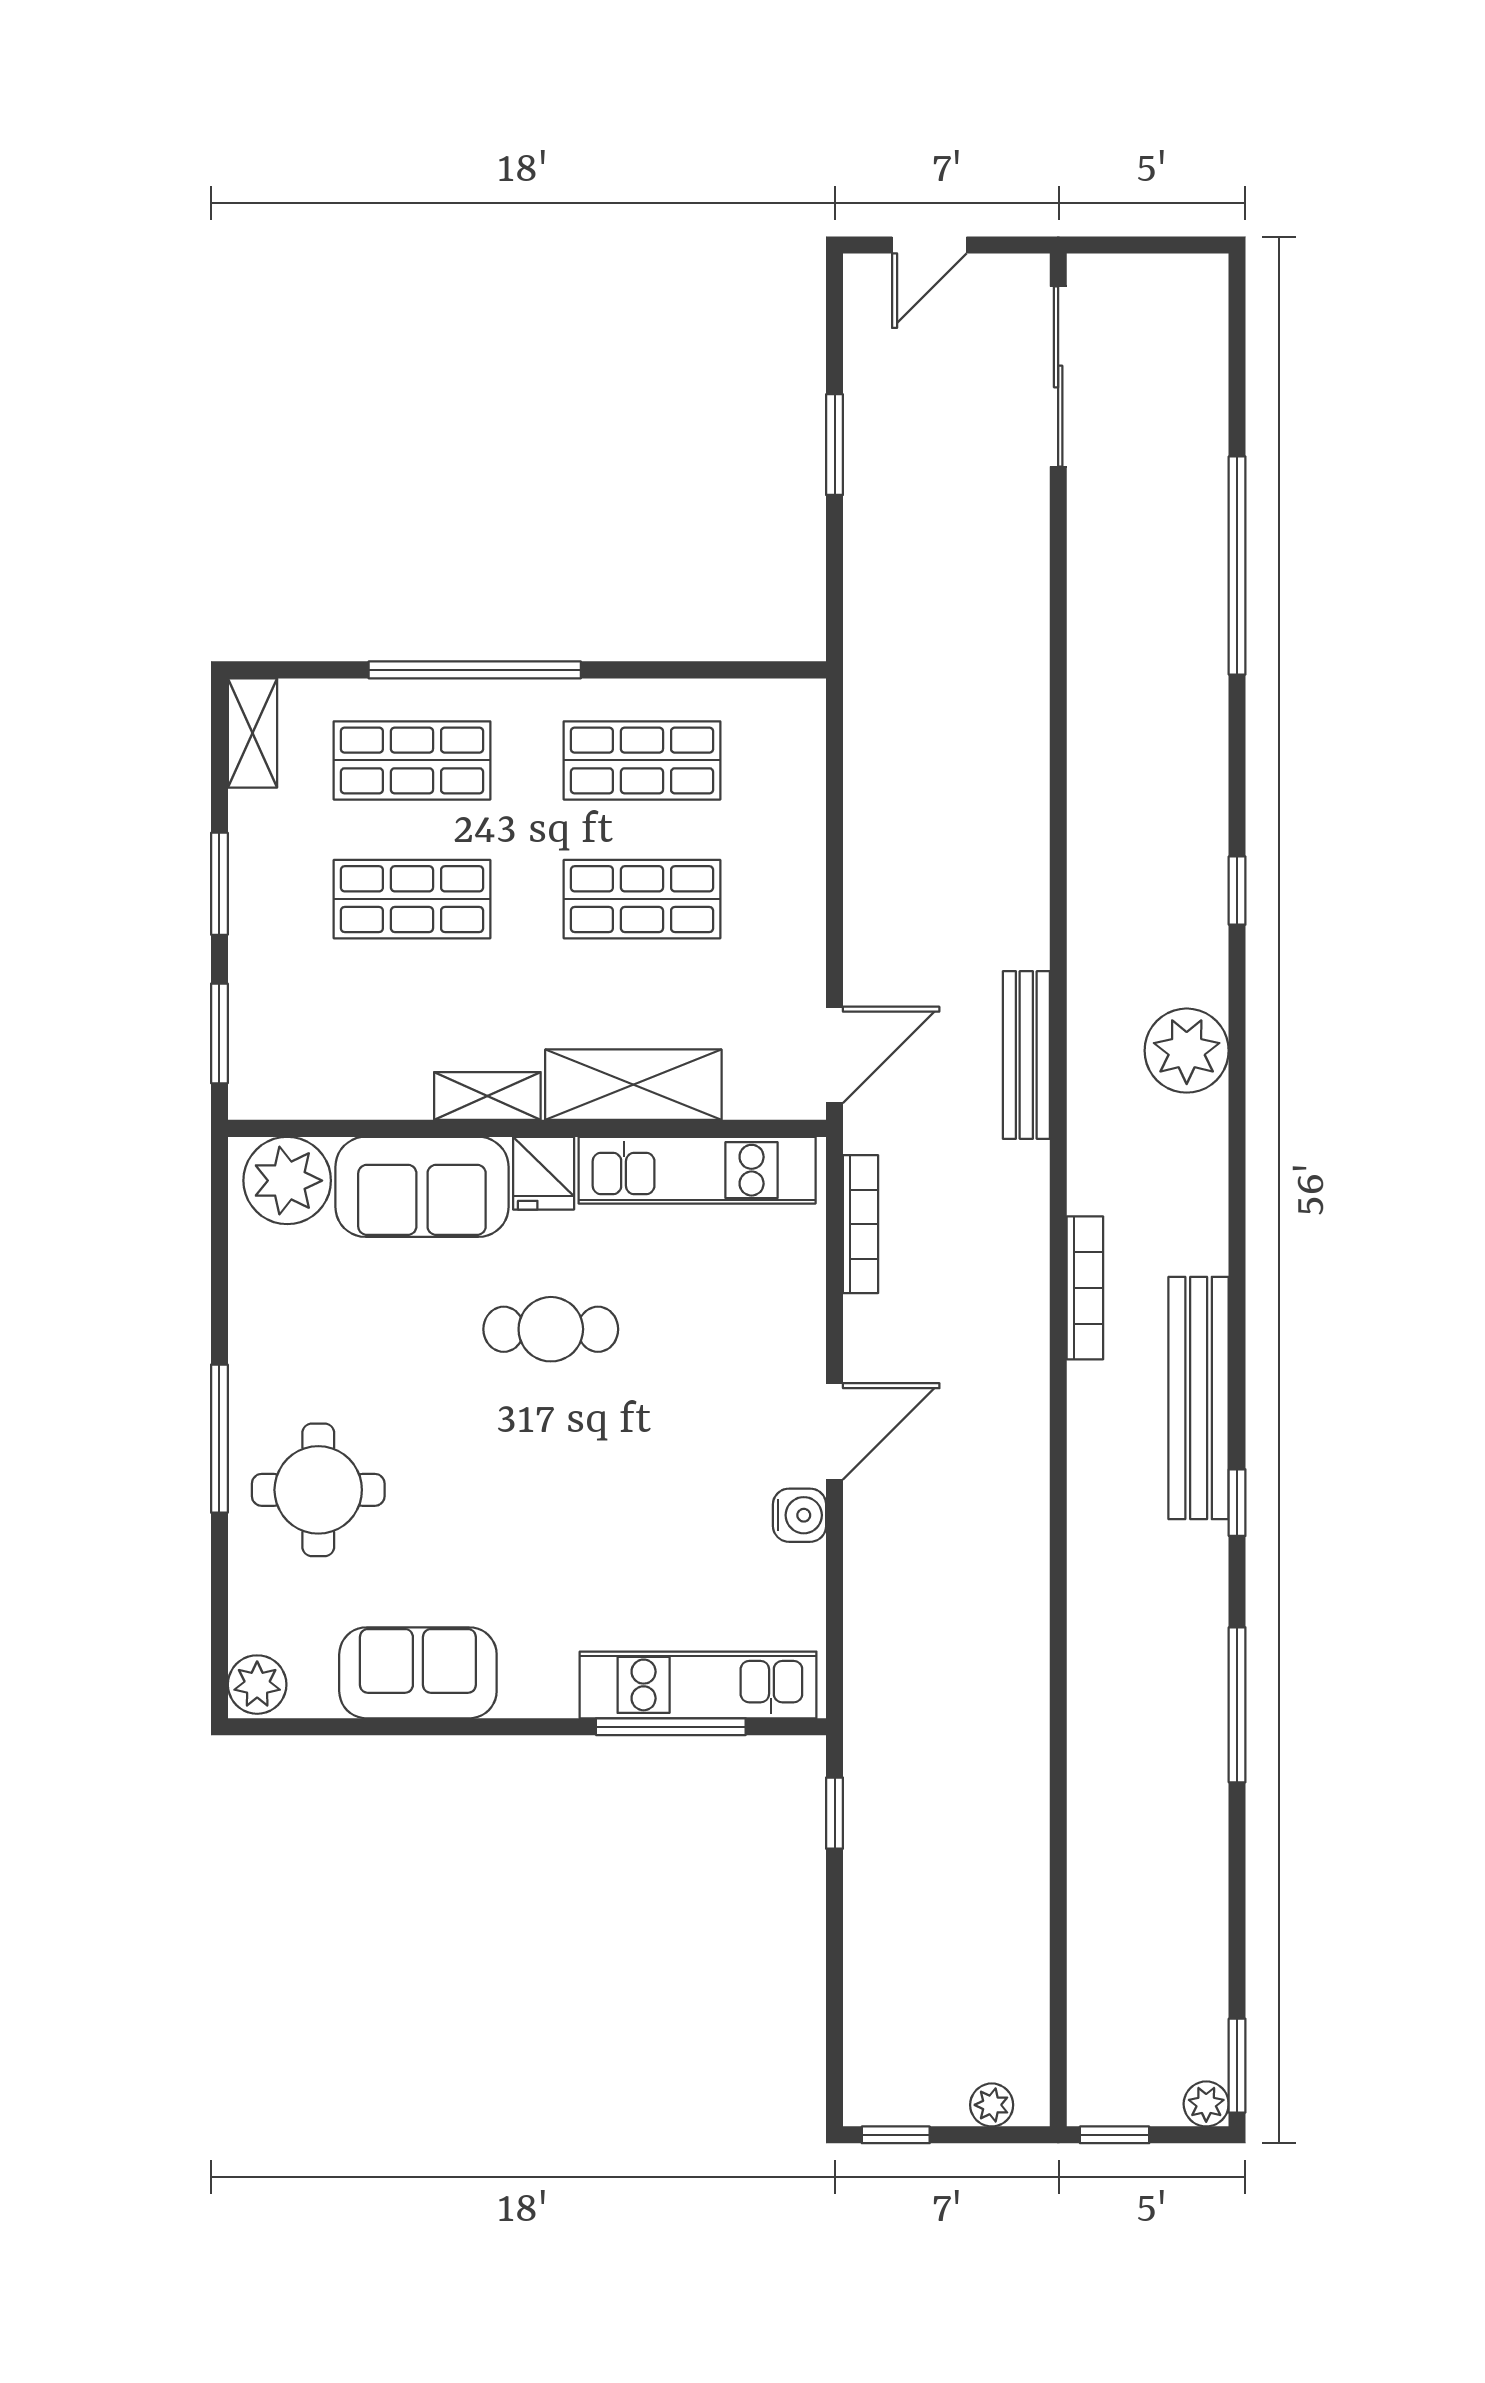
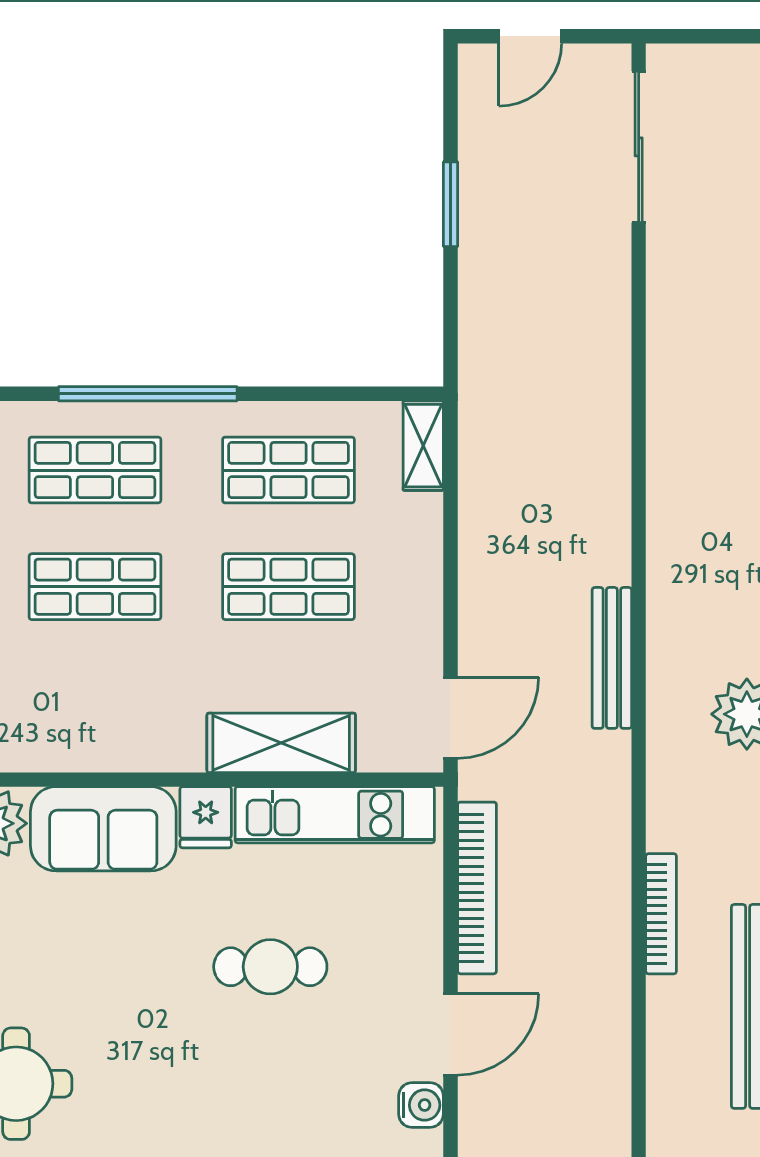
bench: (1026, 1055) -> (612, 658), moved
shelving: (487, 1096) -> (423, 446), moved, turned 90
bookcase: (861, 1224) -> (477, 888), width x1.48, depth x1.31
cafe table: (551, 1329) -> (270, 967), moved

